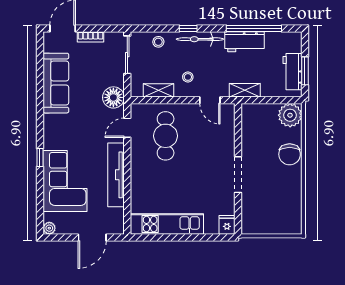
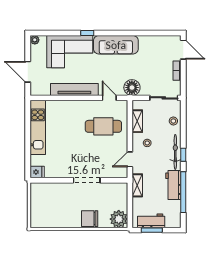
window: (188, 29) -> (183, 155), moved
sofa: (56, 83) -> (116, 45), moved
doorway: (238, 175) -> (87, 180), moved

